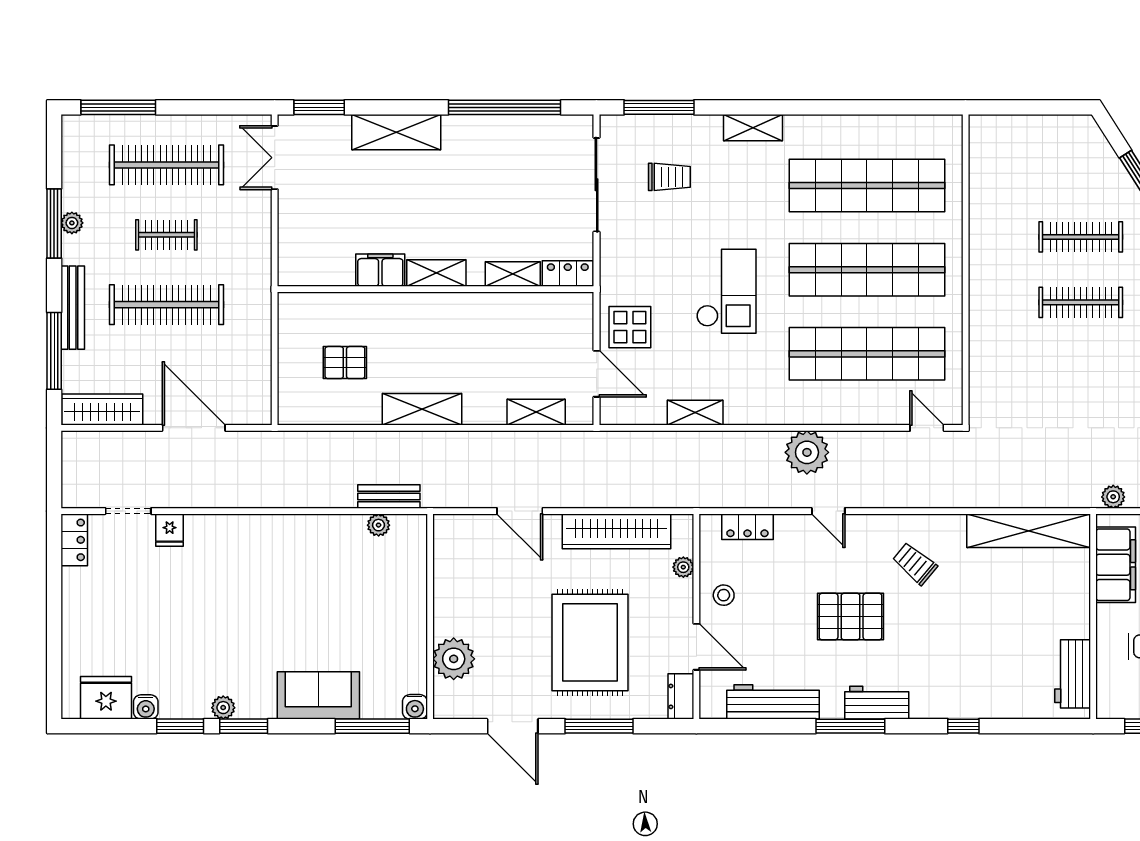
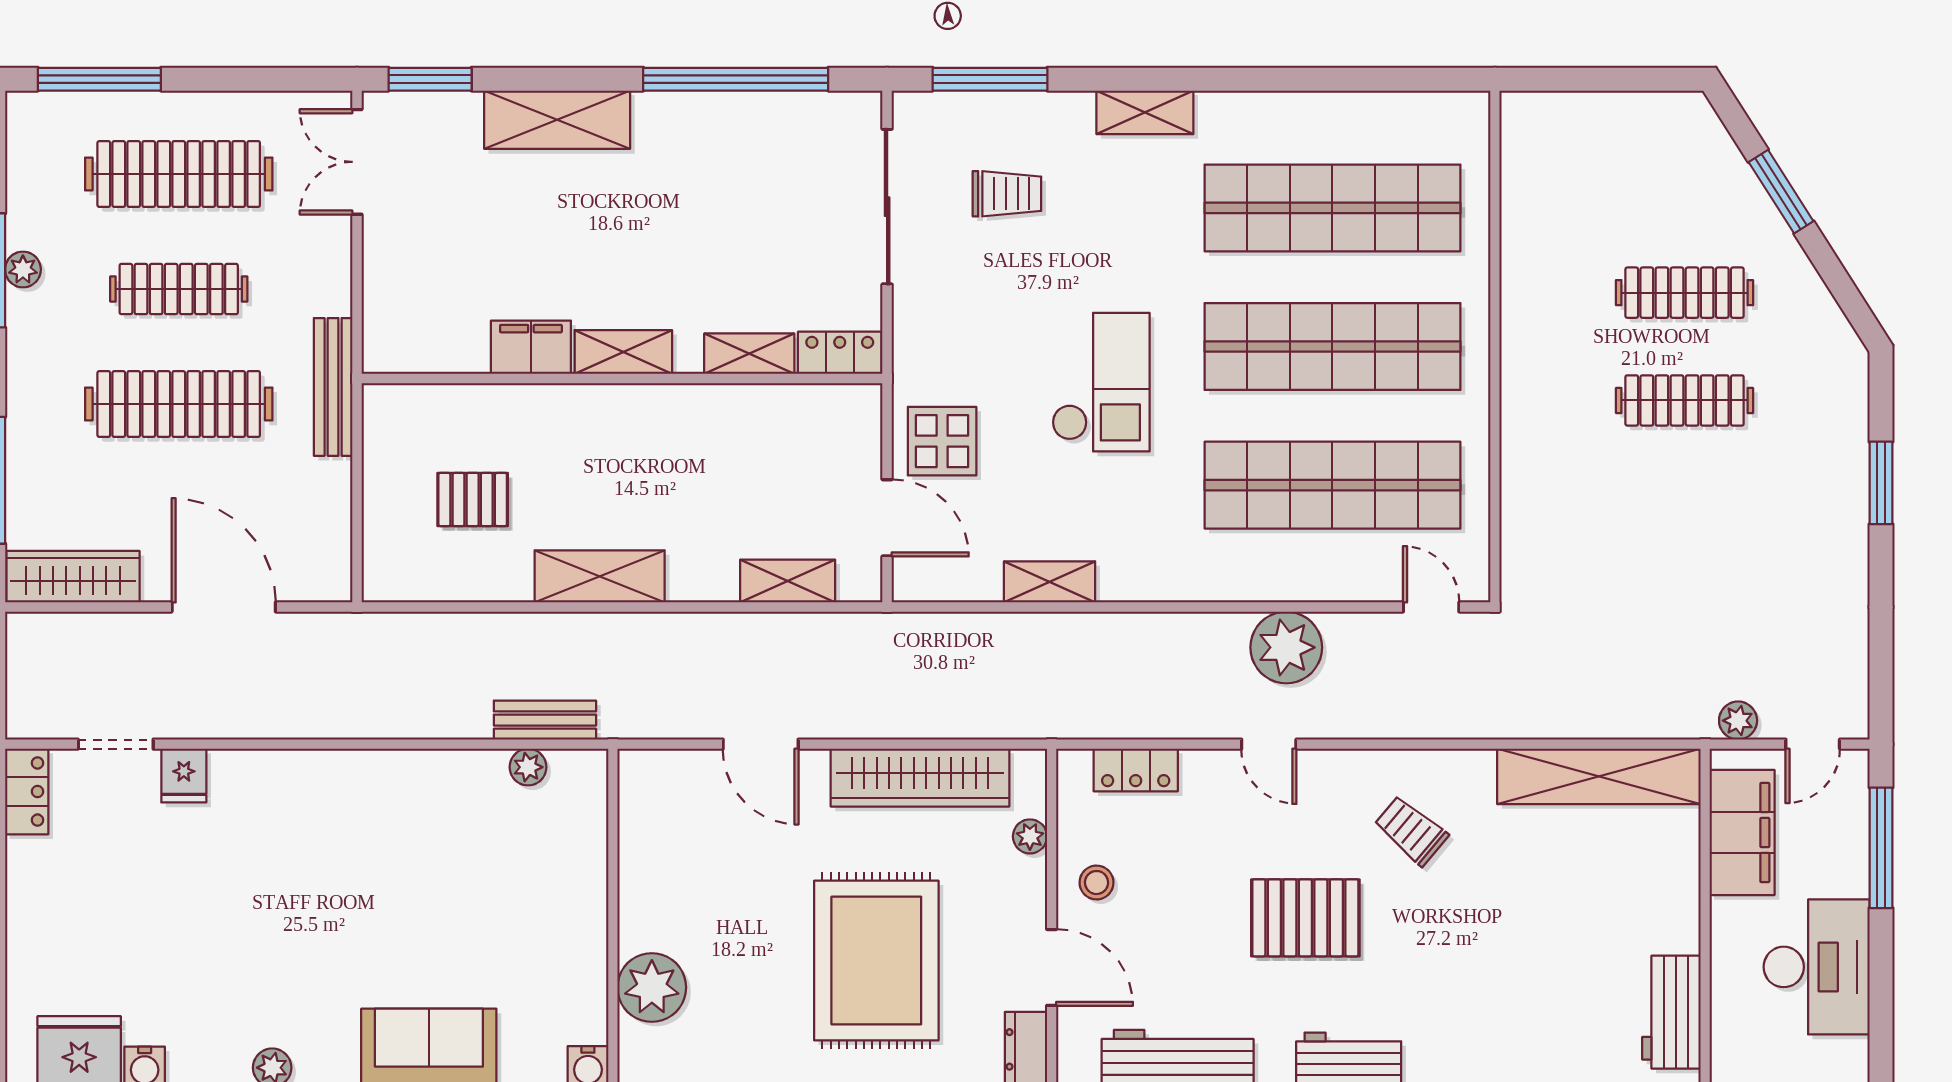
clothes rail: (166, 235) -> (179, 289), width x1.36
bench: (73, 308) -> (333, 387), moved
plant: (807, 452) -> (1286, 647), moved

